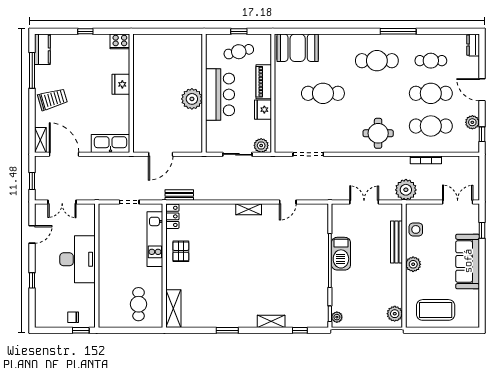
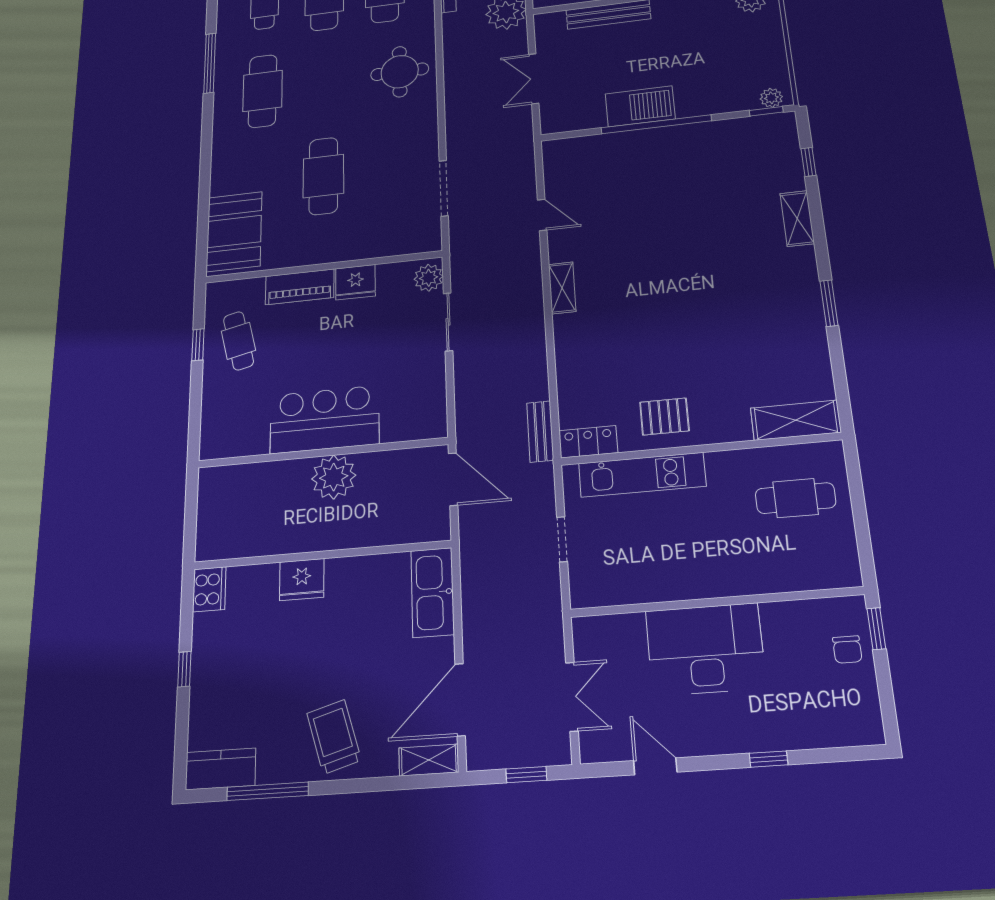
wall: (204, 93) -> (322, 453), moved
bar counter: (220, 94) -> (324, 419), moved
plant: (192, 99) -> (334, 477), moved

